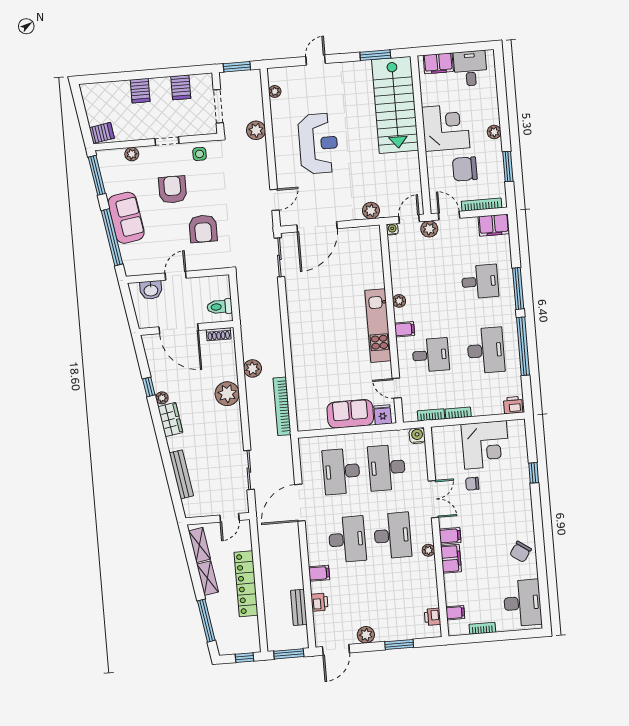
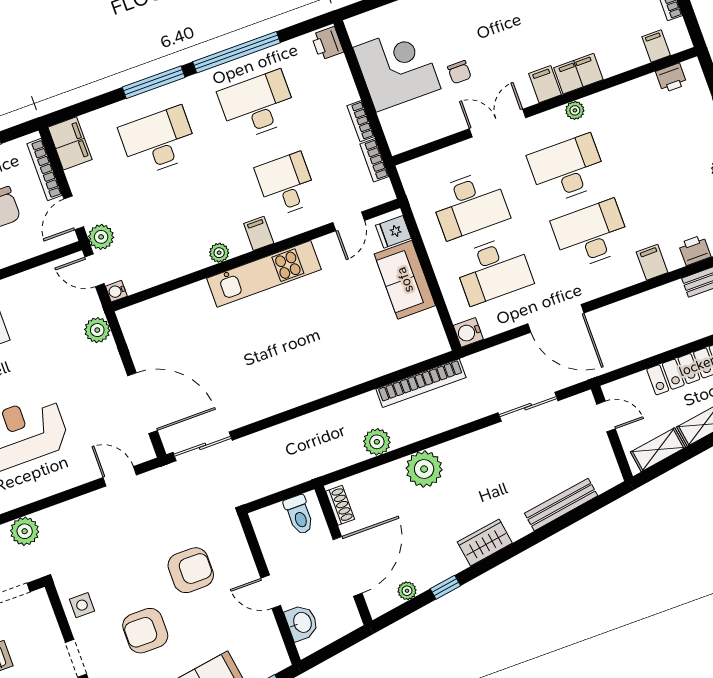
desk: (480, 282) -> (158, 141), width x1.37
plant: (162, 398) -> (407, 591), moved
water cooler: (417, 436) -> (468, 332), moved

